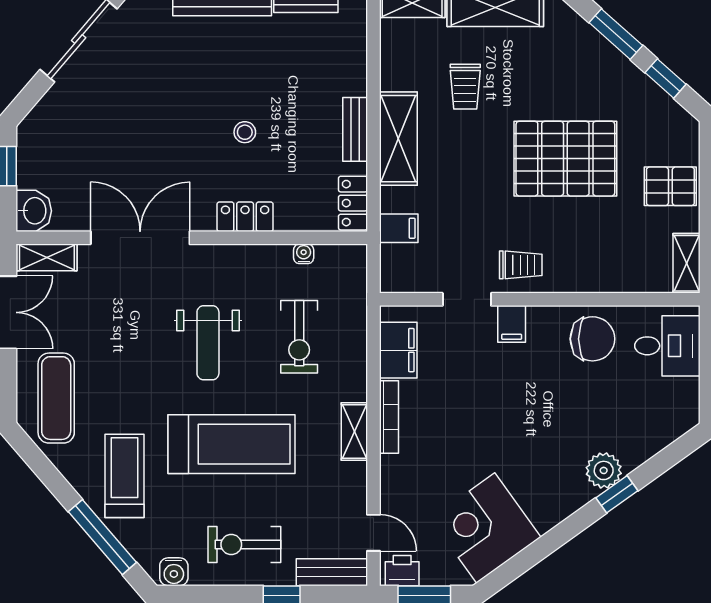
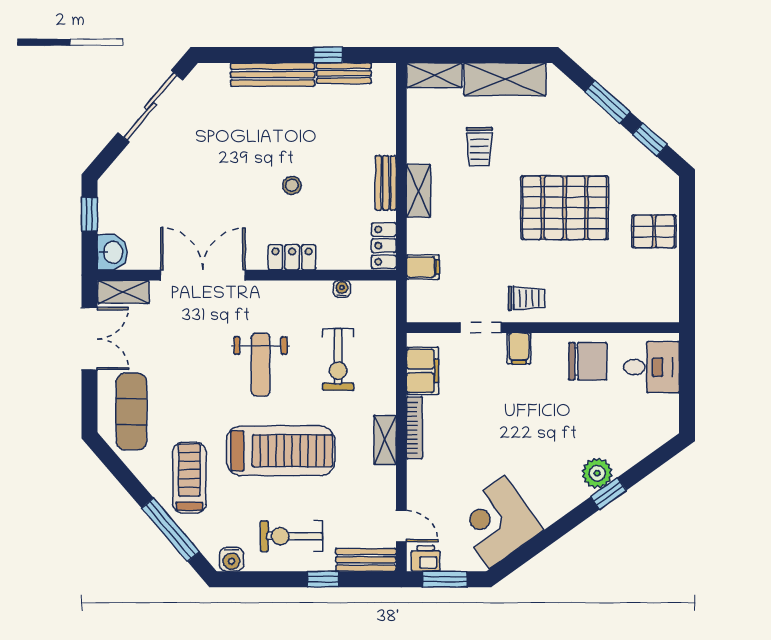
shelving: (398, 139) -> (419, 191), width x0.67, depth x0.75
shelving: (687, 263) -> (668, 297), removed

